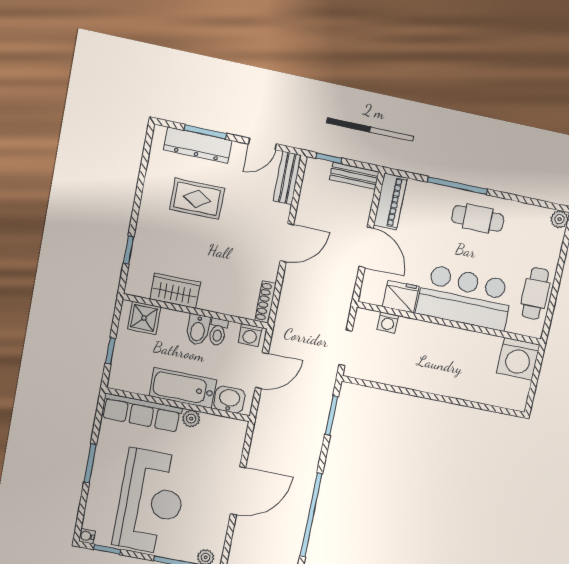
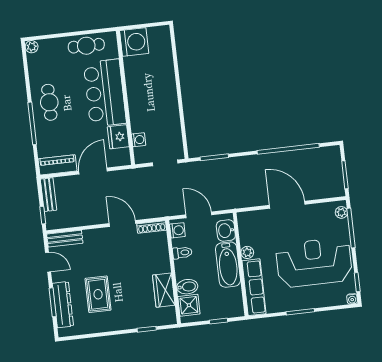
door: (287, 243) -> (123, 223), moved
bidet: (198, 330) -> (187, 287), moved

